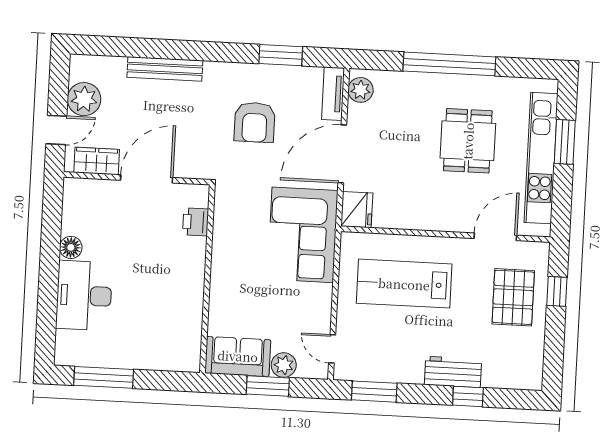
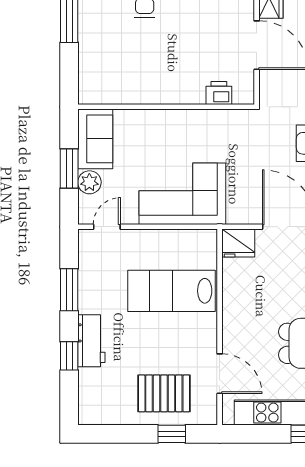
corner sofa: (303, 235) -> (182, 194), moved
lab bench: (404, 284) -> (171, 291), turned -90
window: (374, 392) -> (69, 290), moved

